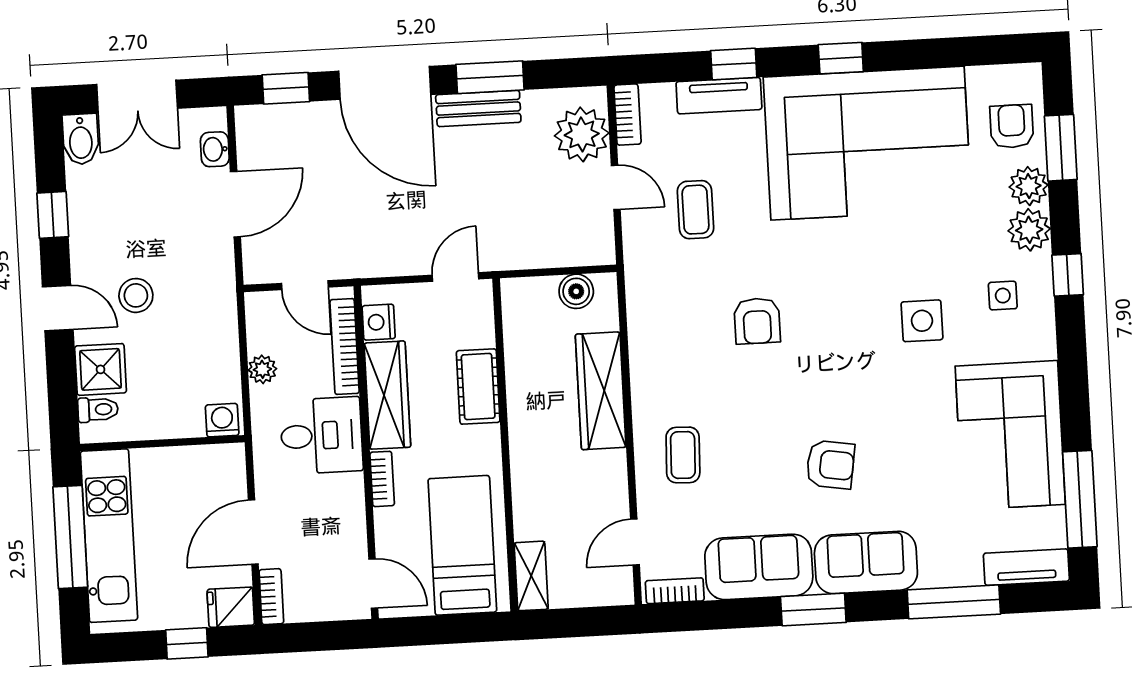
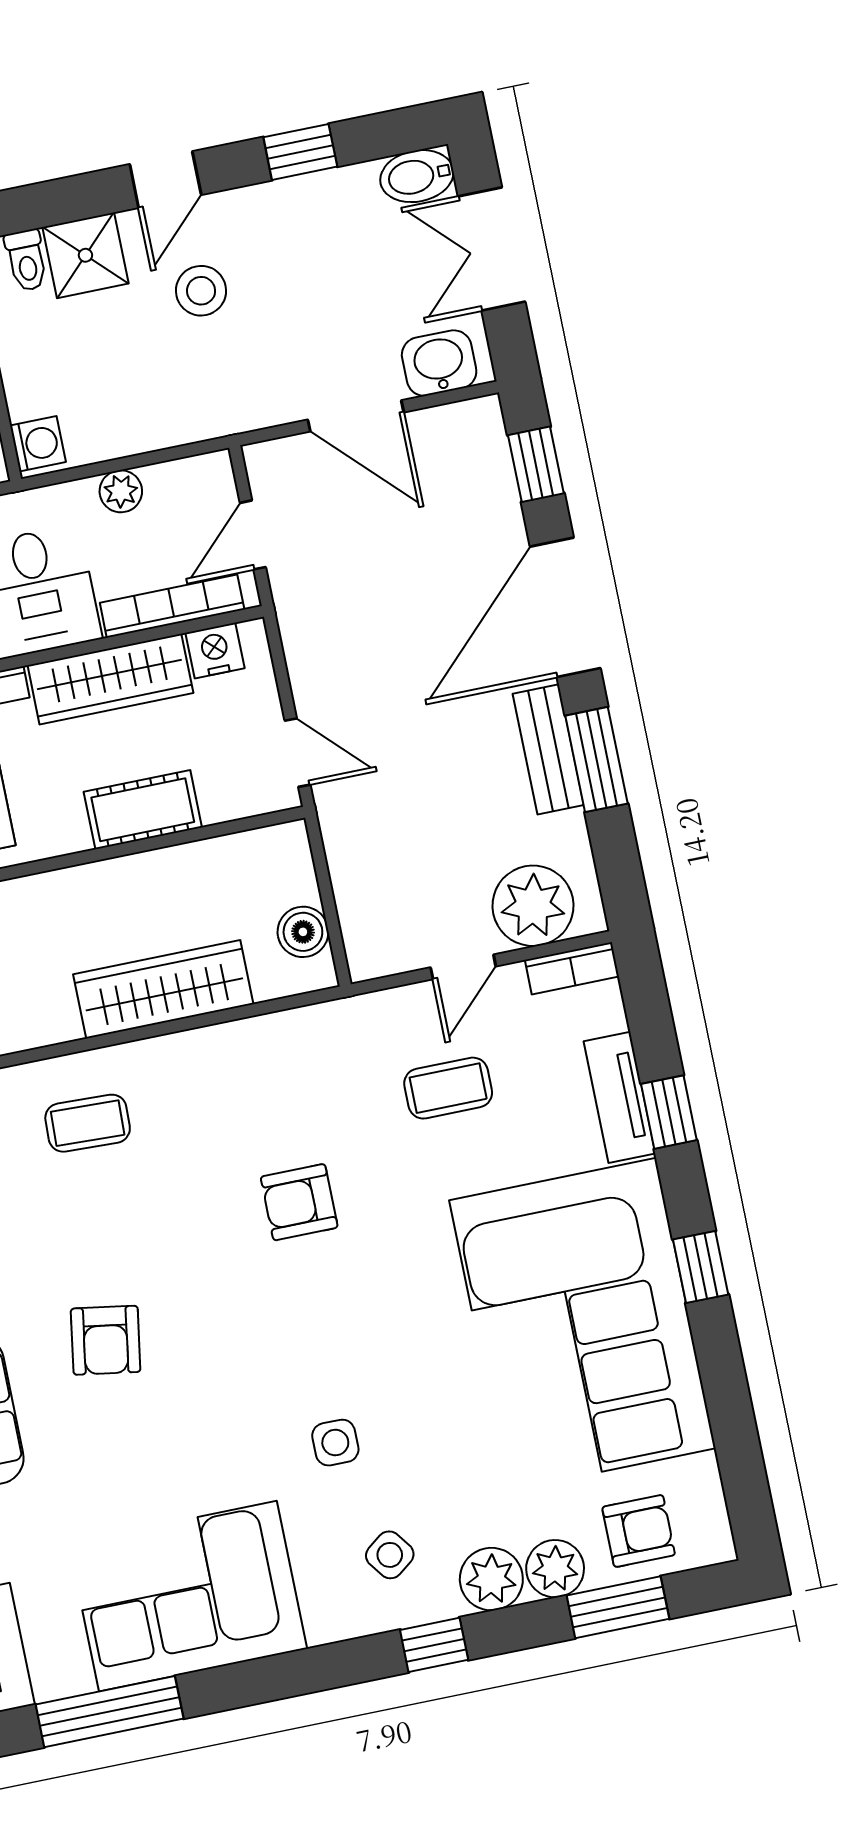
washbasin: (215, 149) -> (439, 363), width x1.38, depth x1.45
side table: (1003, 296) -> (390, 1555), turned -37
side table: (922, 321) -> (335, 1443), width x0.73, depth x0.73

